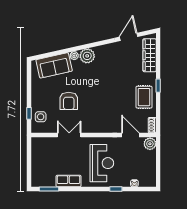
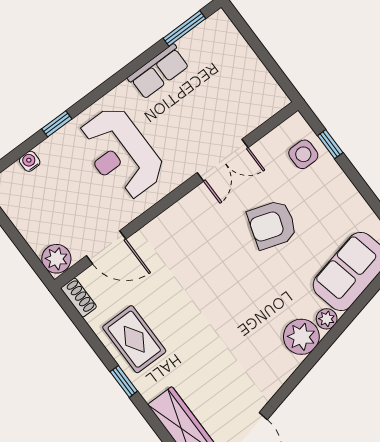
armchair: (69, 101) -> (272, 225), turned -72

